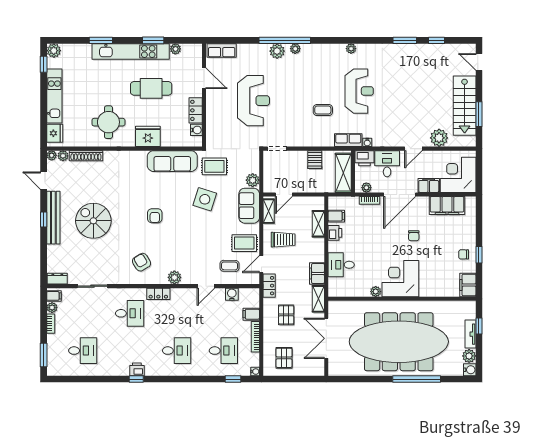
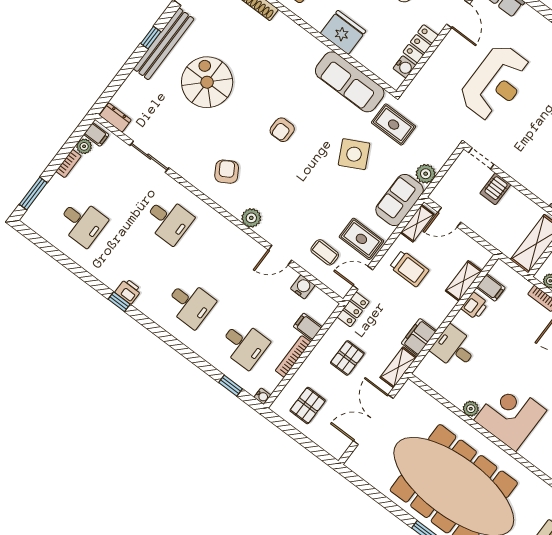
server rack: (315, 160) -> (495, 189), moved
side table: (205, 199) -> (354, 154), turned 45
locker: (158, 294) -> (218, 223), removed

